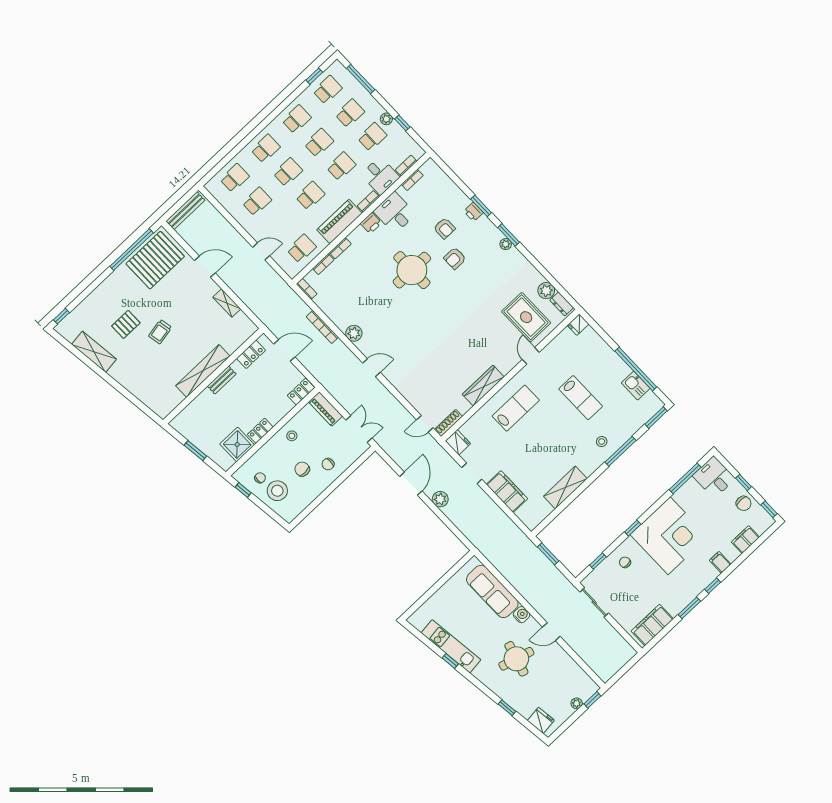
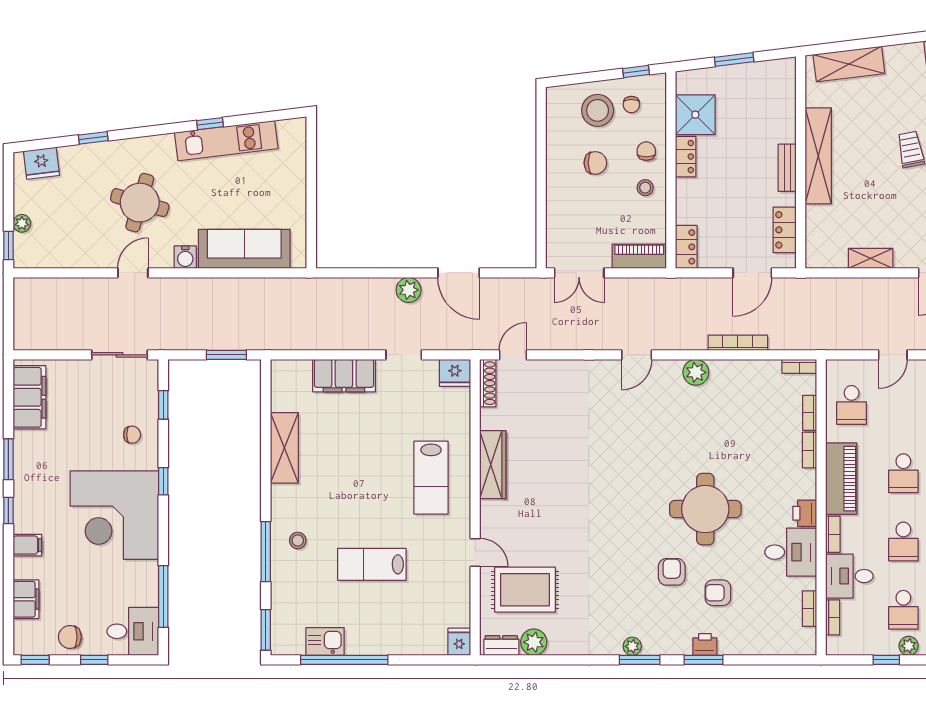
shelving: (148, 397) -> (849, 64), added
chair: (328, 464) -> (646, 151), moved

